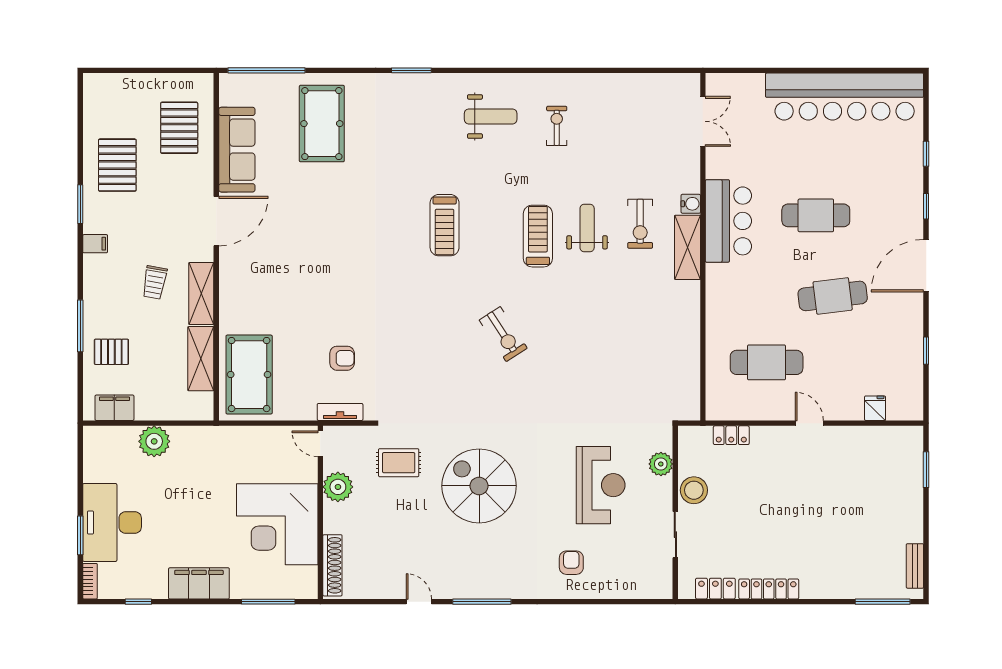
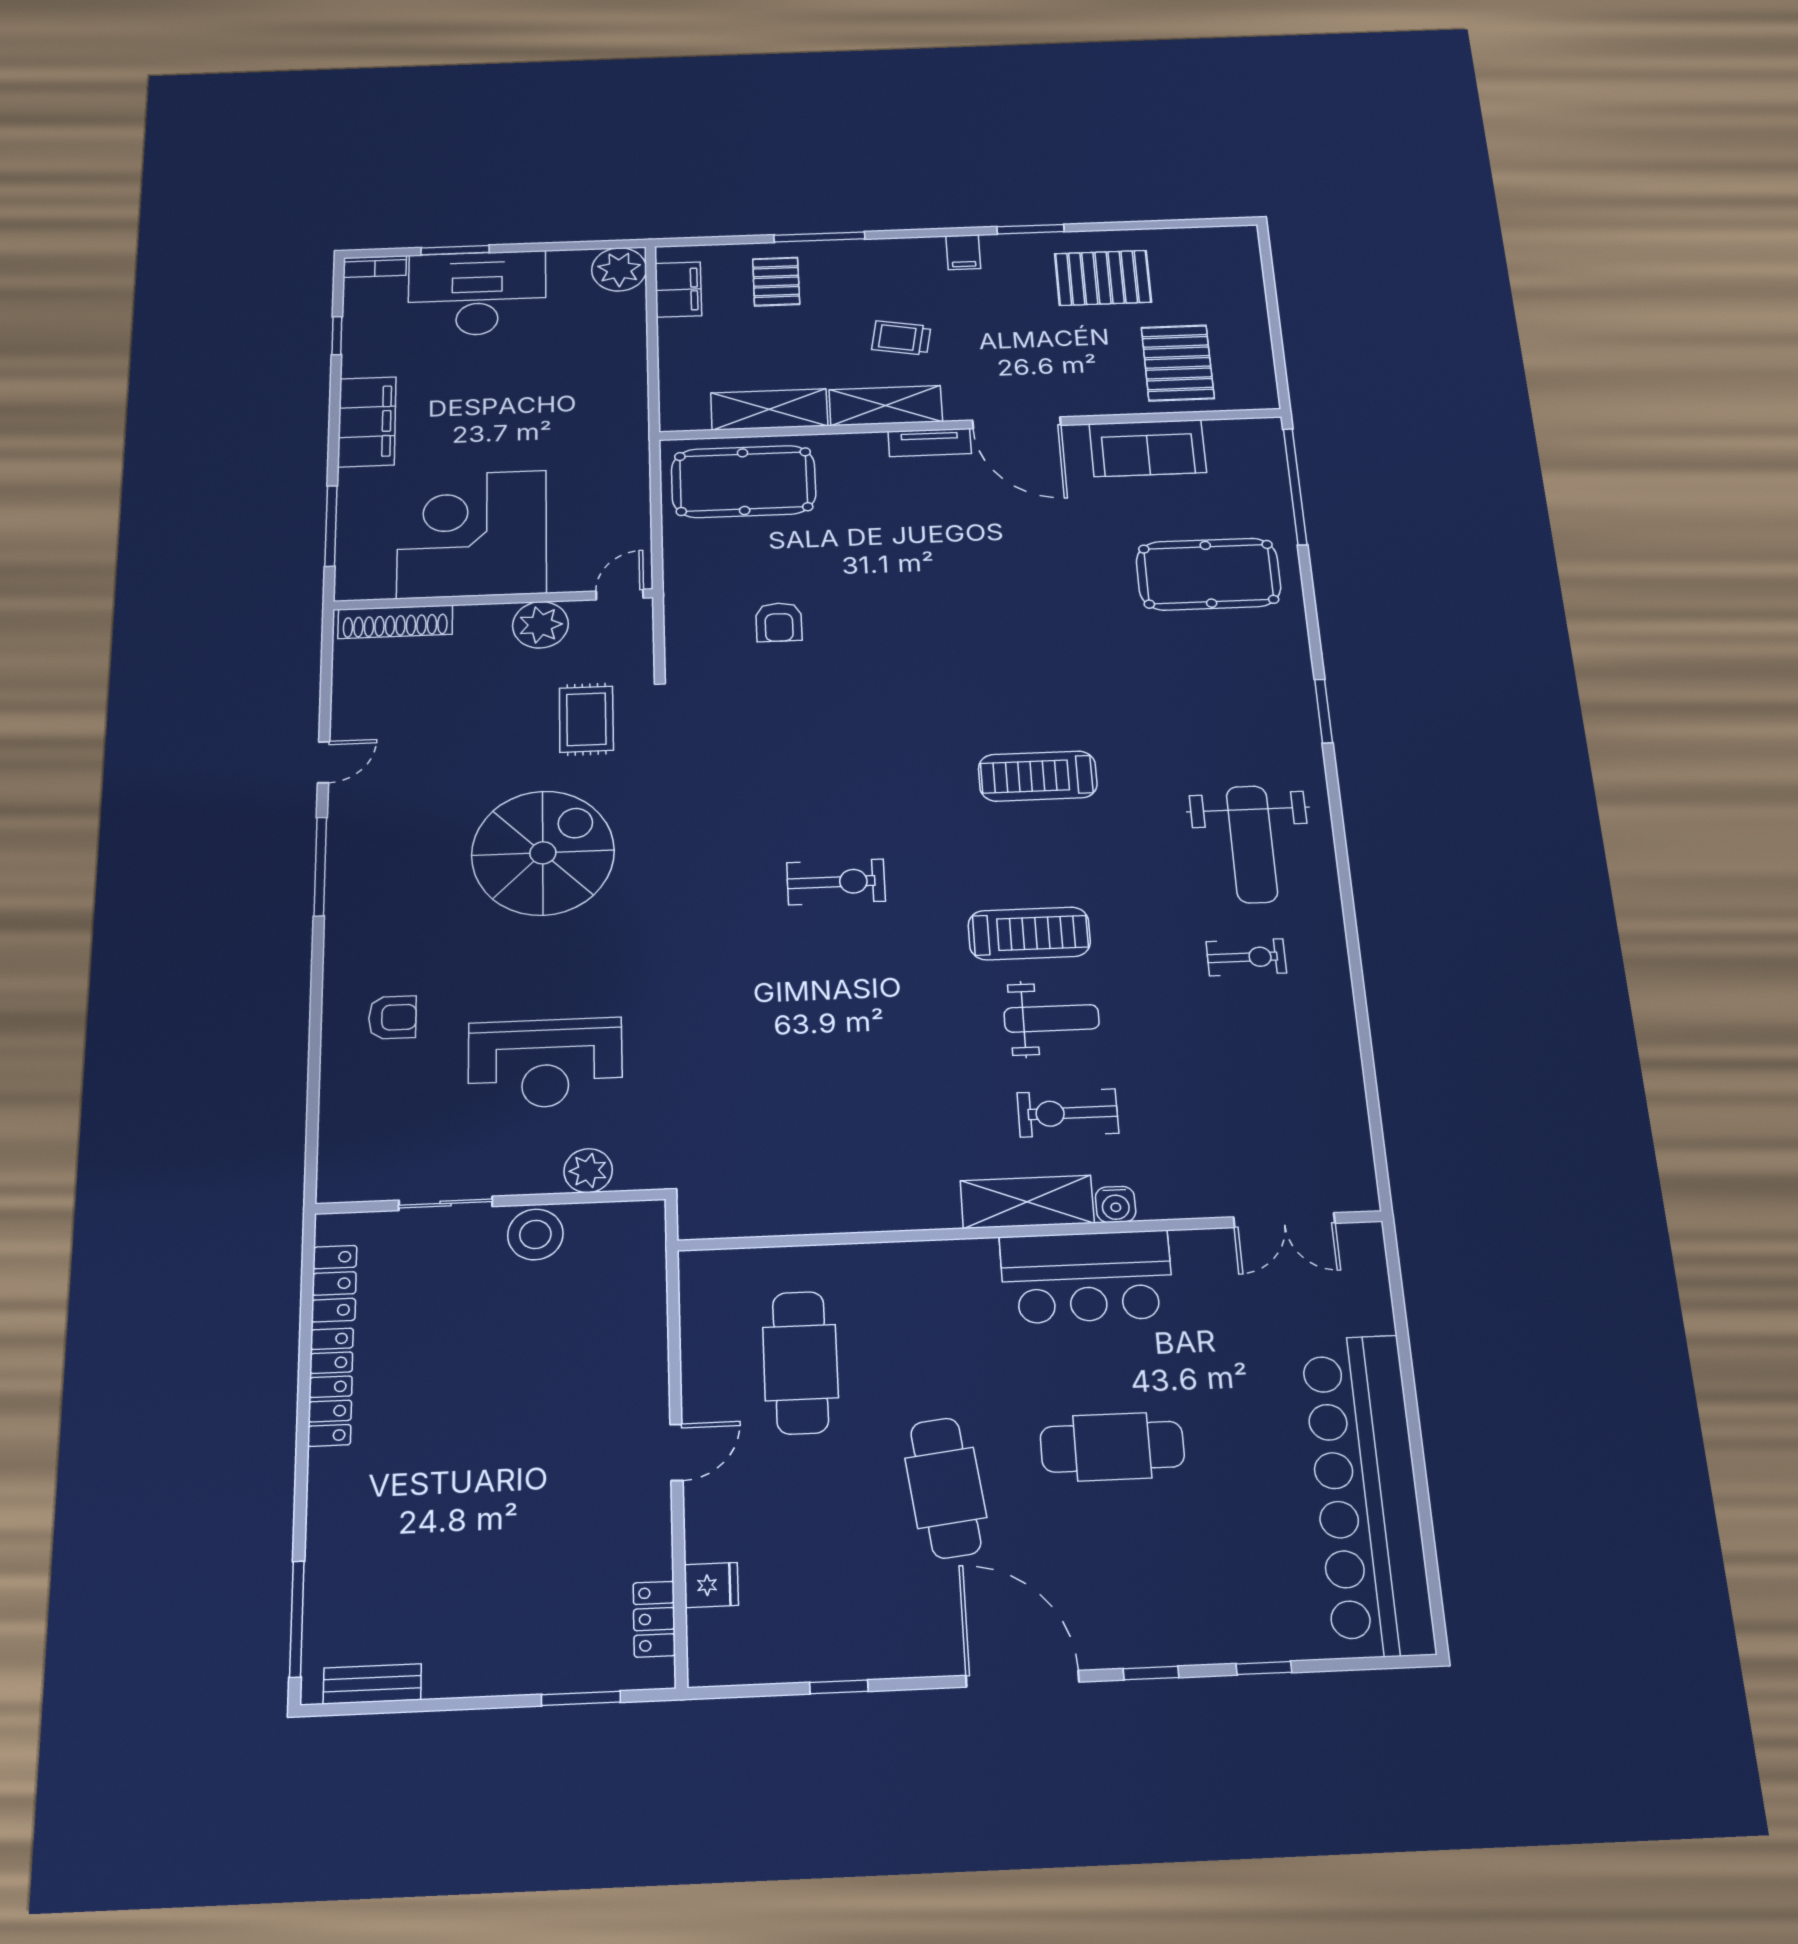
weight bench: (491, 116) -> (1252, 844), width x1.36, depth x1.33
pallet: (179, 128) -> (1178, 363), turned 90
sofa: (237, 150) -> (1148, 448), width x0.73
cafe table: (816, 215) -> (1112, 1447), turned 90
exercise bike: (503, 334) -> (836, 882), turned -147
tv unit: (340, 412) -> (930, 442), moved, turned 90
locker: (731, 435) -> (654, 1619), moved
plant: (154, 441) -> (619, 269), moved

